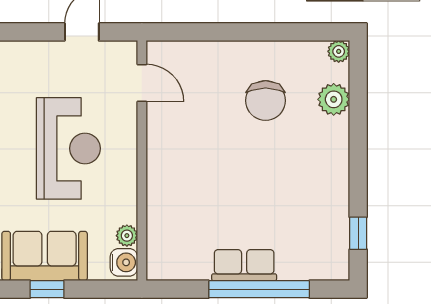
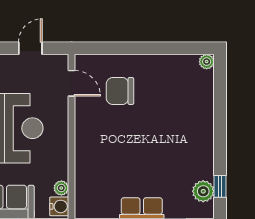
plant: (334, 99) -> (203, 191), moved
chair: (266, 101) -> (120, 91), moved, turned 90

